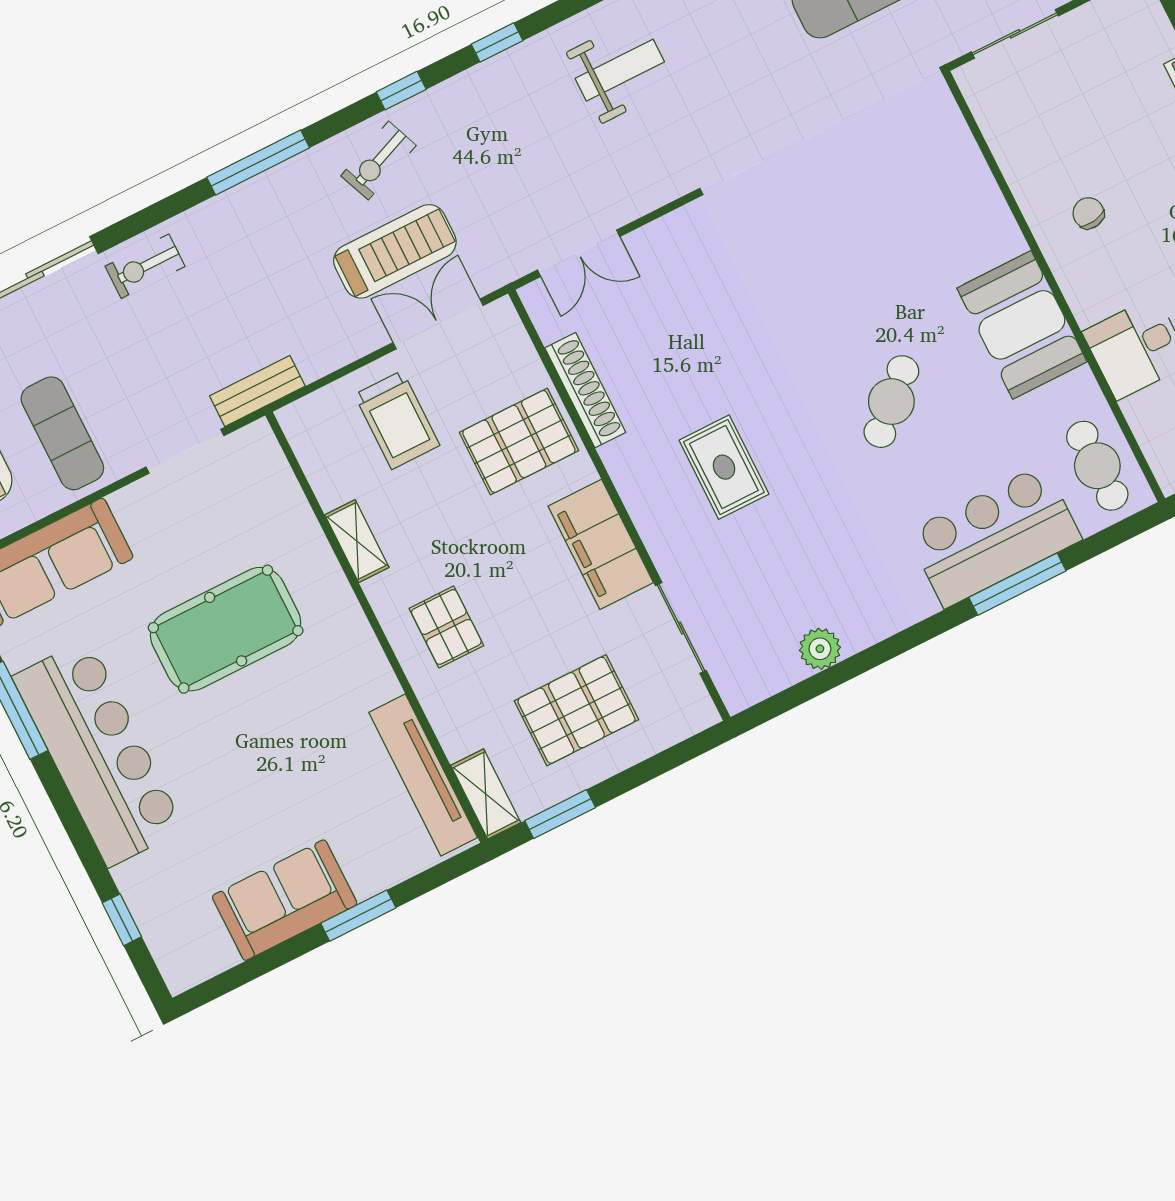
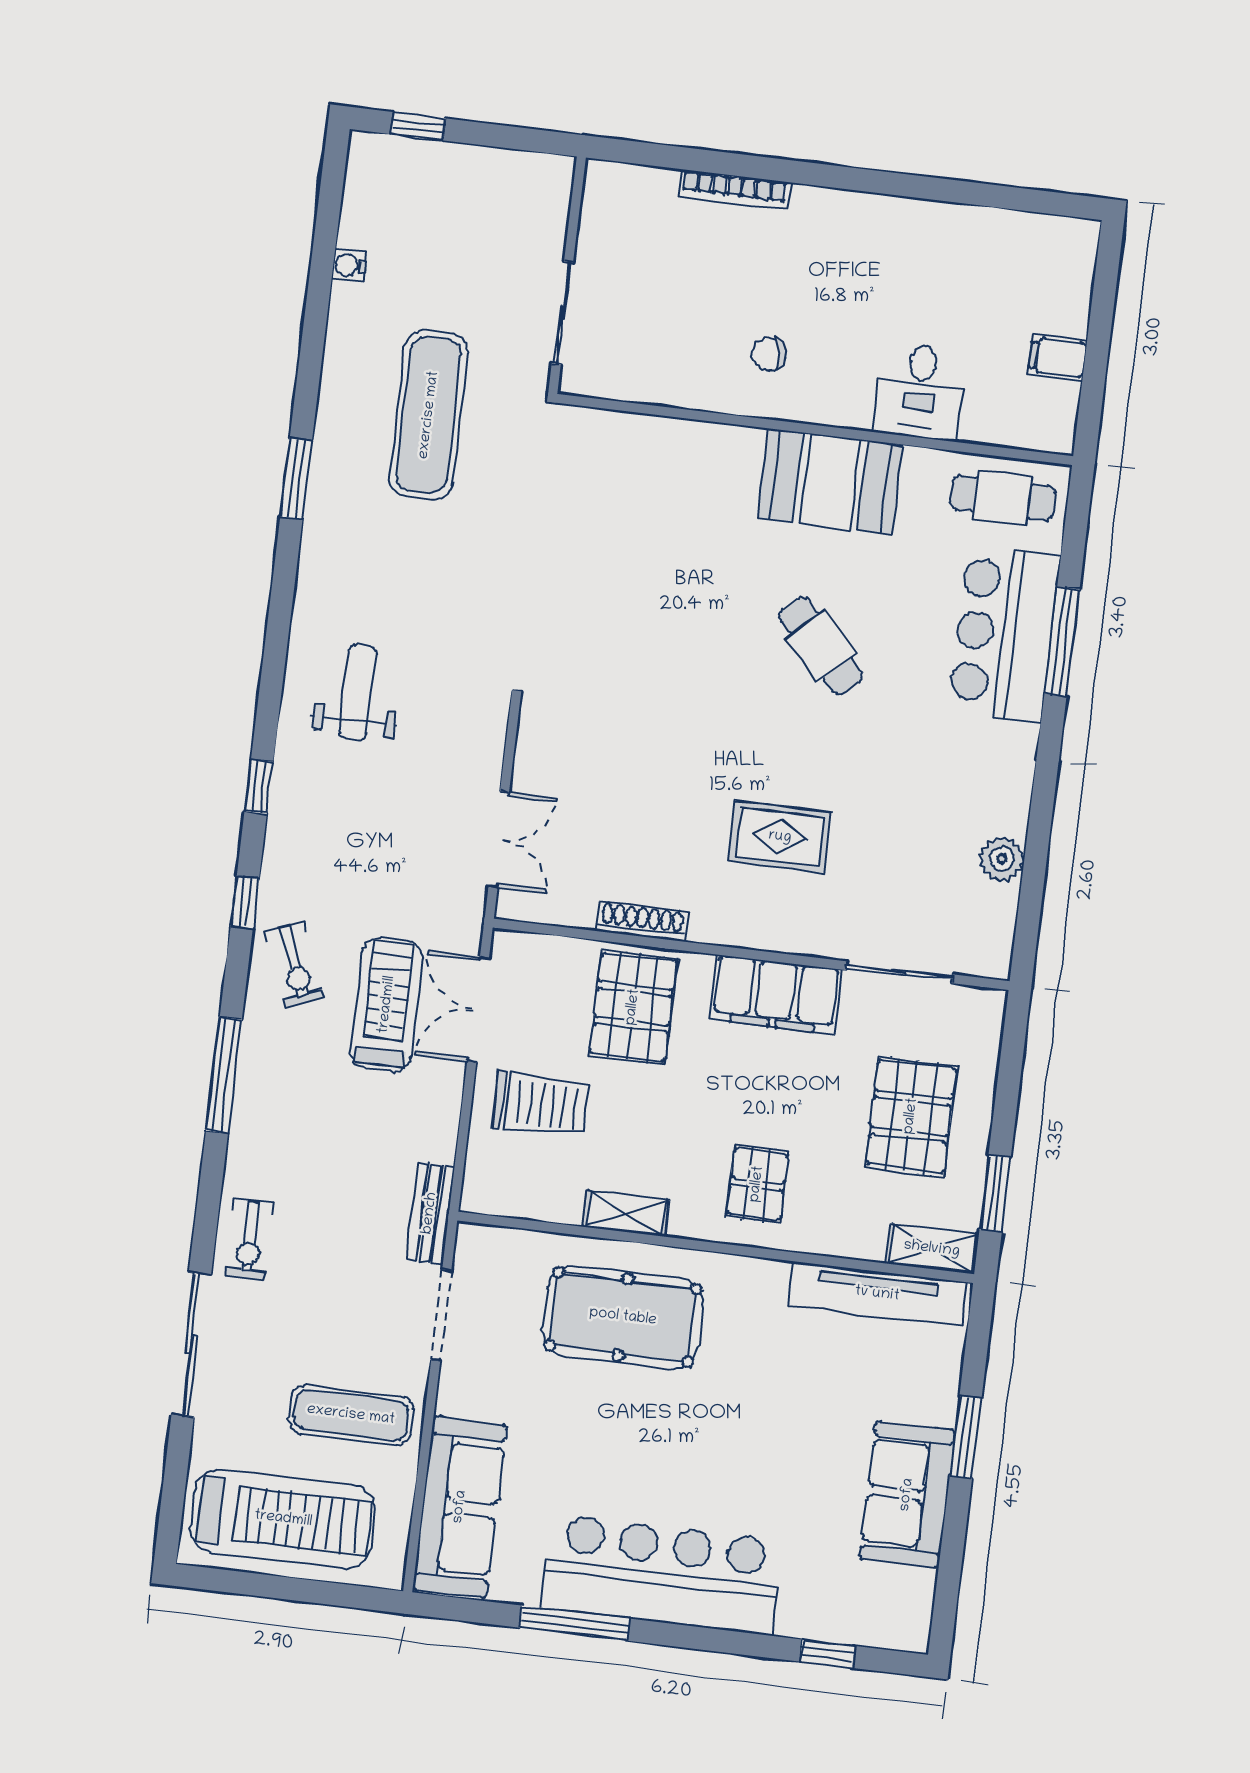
shoe rack: (585, 390) -> (642, 921), width x0.74, depth x0.81
pallet: (446, 627) -> (757, 1184), turned 90
pool table: (226, 629) -> (623, 1317), moved, turned 90

